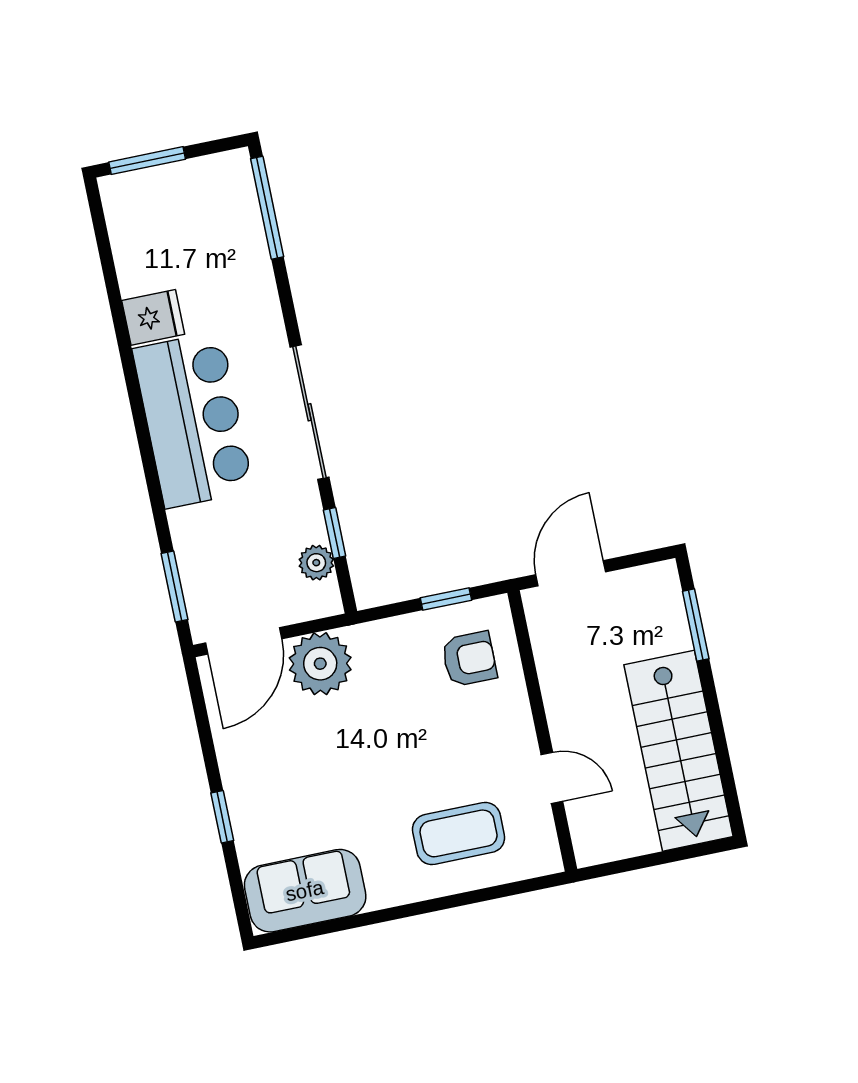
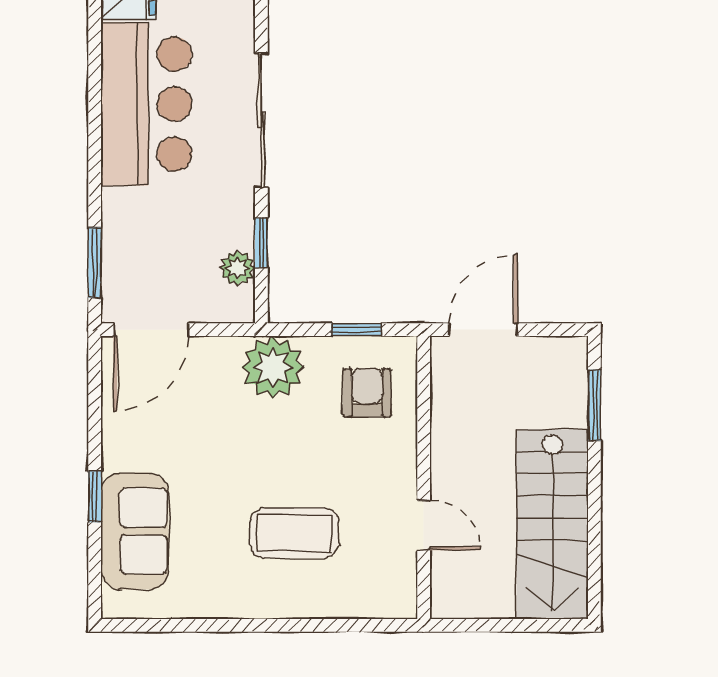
armchair: (469, 659) -> (367, 393), turned -90
plant: (320, 664) -> (273, 367), moved
coffee table: (459, 833) -> (294, 533), moved
sofa: (305, 891) -> (135, 531), moved, turned 90

